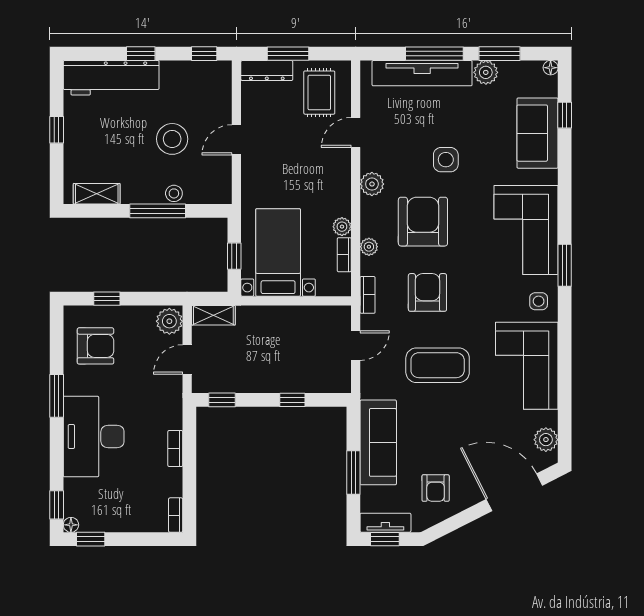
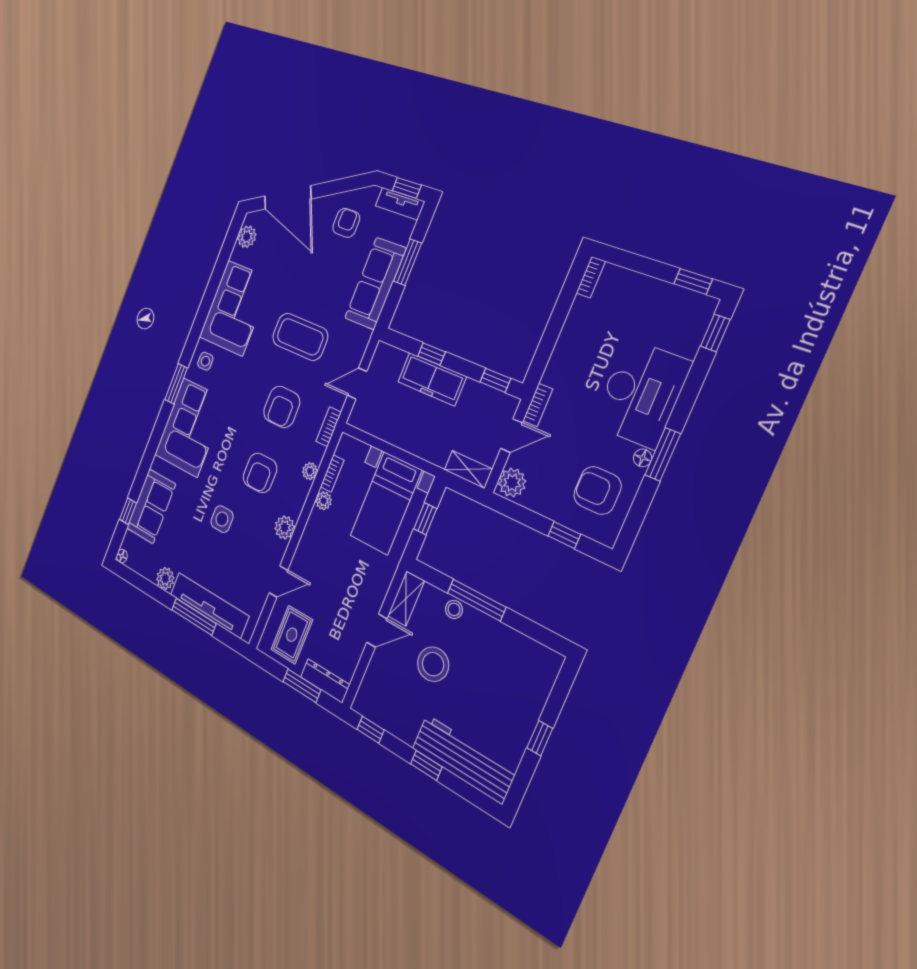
window: (500, 54) -> (150, 589), removed
shelving: (97, 194) -> (406, 599), moved, turned 90
armchair: (423, 222) -> (260, 473), width x0.73, depth x0.73
freezer: (282, 378) -> (432, 379), added
bookcase: (175, 449) -> (538, 405), moved
floor lamp: (71, 525) -> (643, 458), moved

